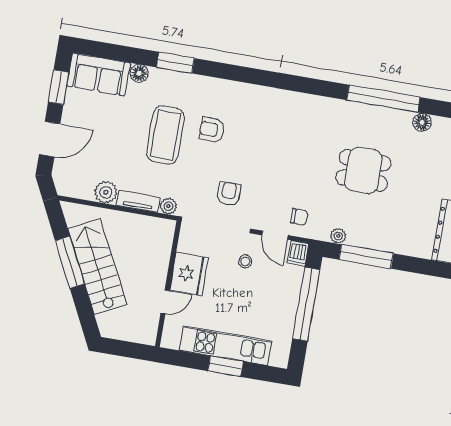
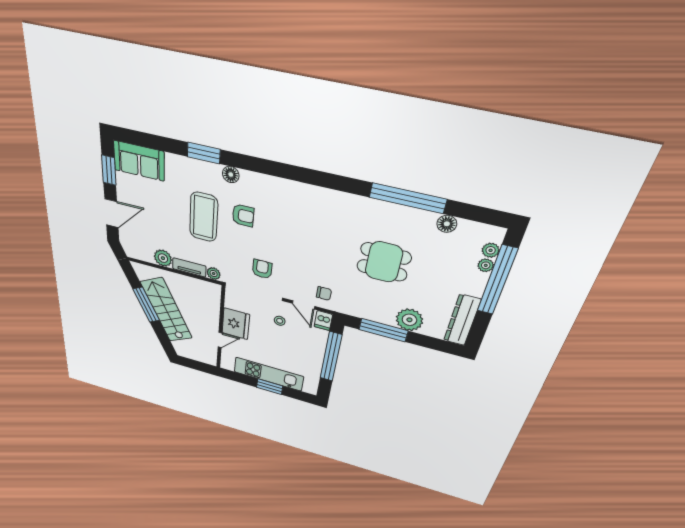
floor lamp: (139, 73) -> (231, 175), moved
armchair: (212, 130) -> (243, 215), turned 180
plant: (338, 236) -> (409, 320), moved, width x1.88, depth x1.88

